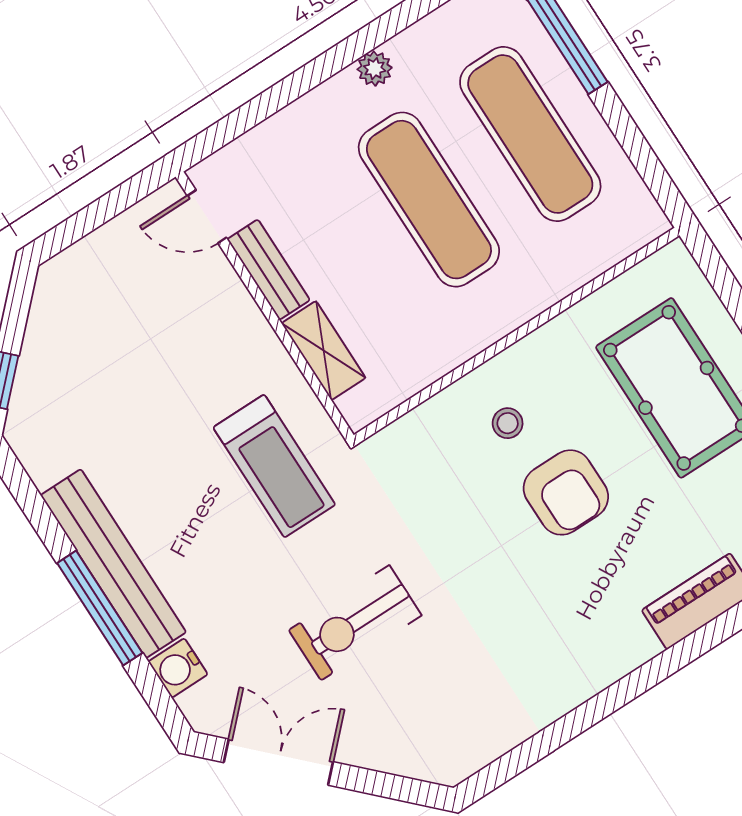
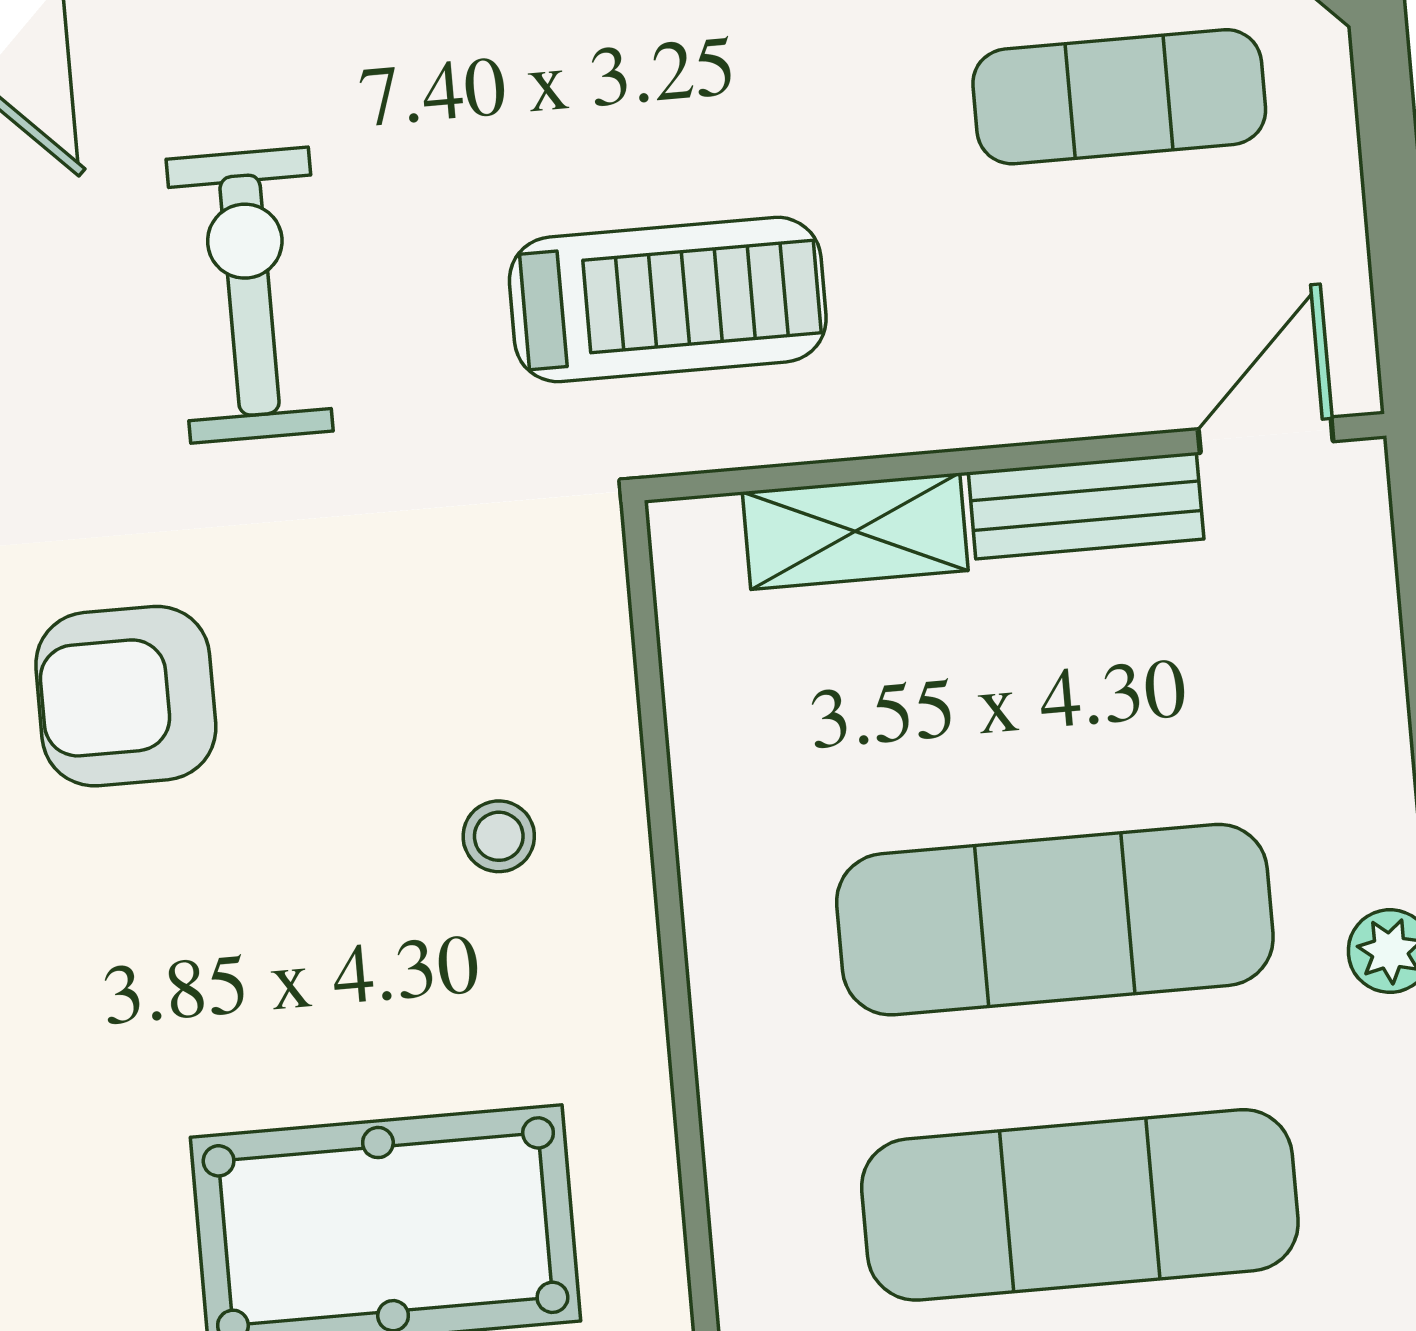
exercise mat: (110, 338) -> (1119, 97), added
treadmill: (274, 466) -> (668, 299), turned 180
armchair: (566, 492) -> (126, 696), moved

